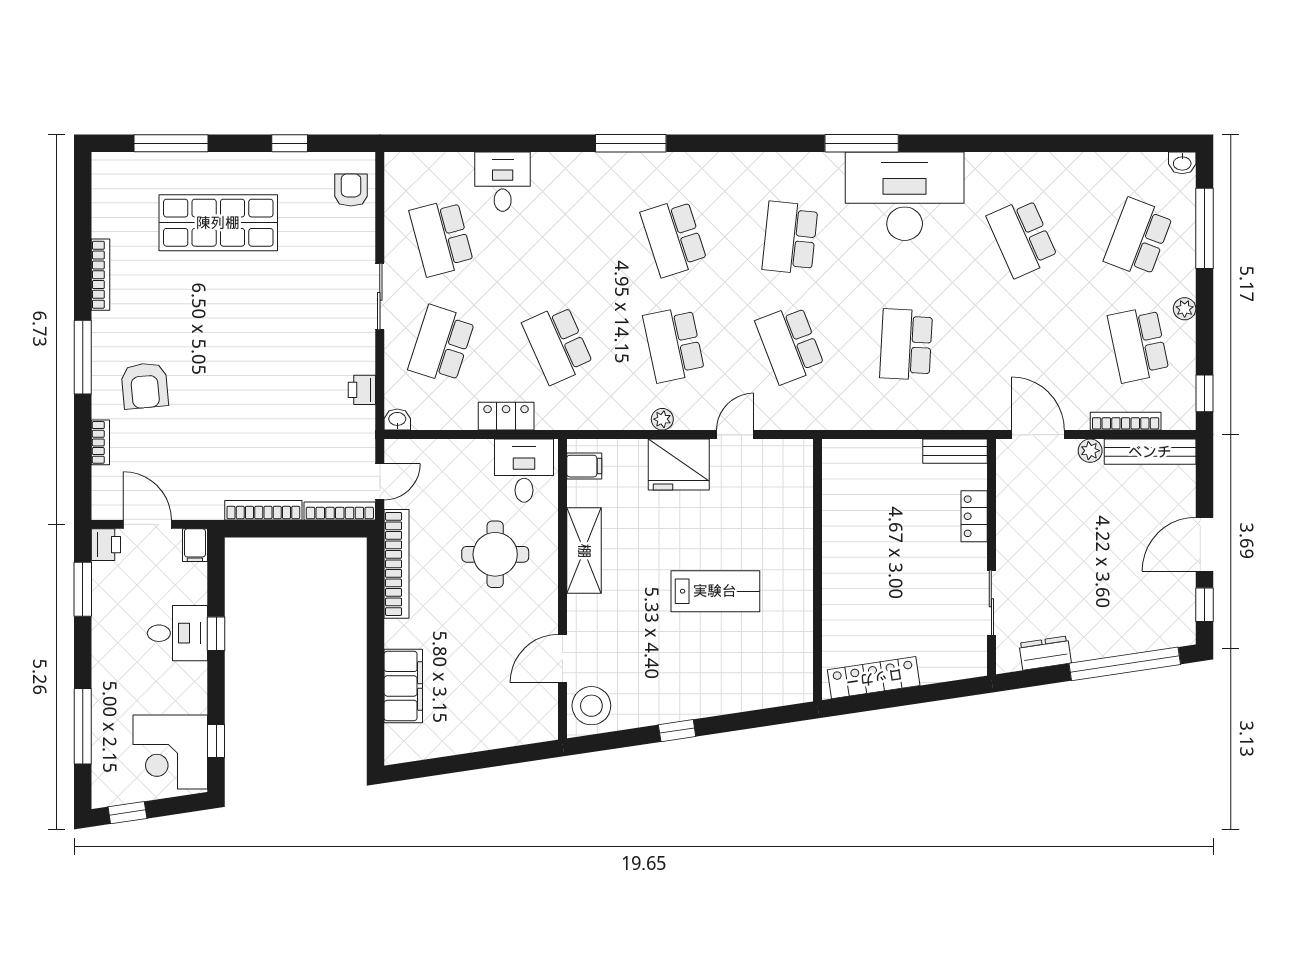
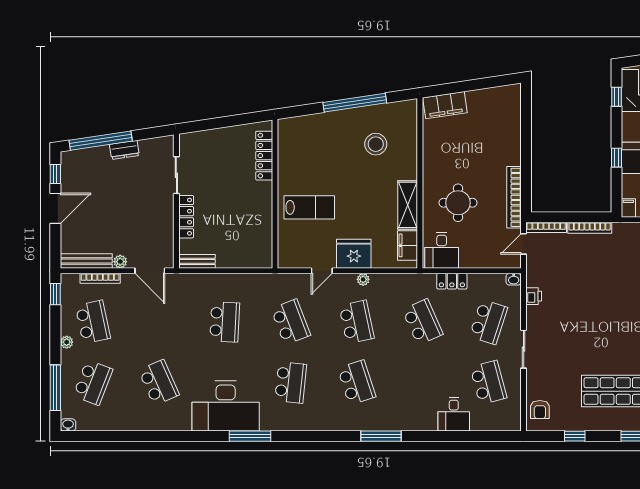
filing cabinet: (584, 466) -> (407, 245), width x2.00
locker: (974, 516) -> (186, 217), width x1.53
lab bench: (715, 591) -> (309, 207), moved, turned 180
dresser: (1045, 653) -> (124, 150), moved
door: (562, 659) -> (420, 144), removed
locker: (874, 678) -> (264, 156), moved, turned 98
filing cabinet: (403, 686) -> (445, 105), moved, turned -98
stool: (591, 706) -> (376, 144), moved
window: (677, 731) -> (355, 103), width x3.17

